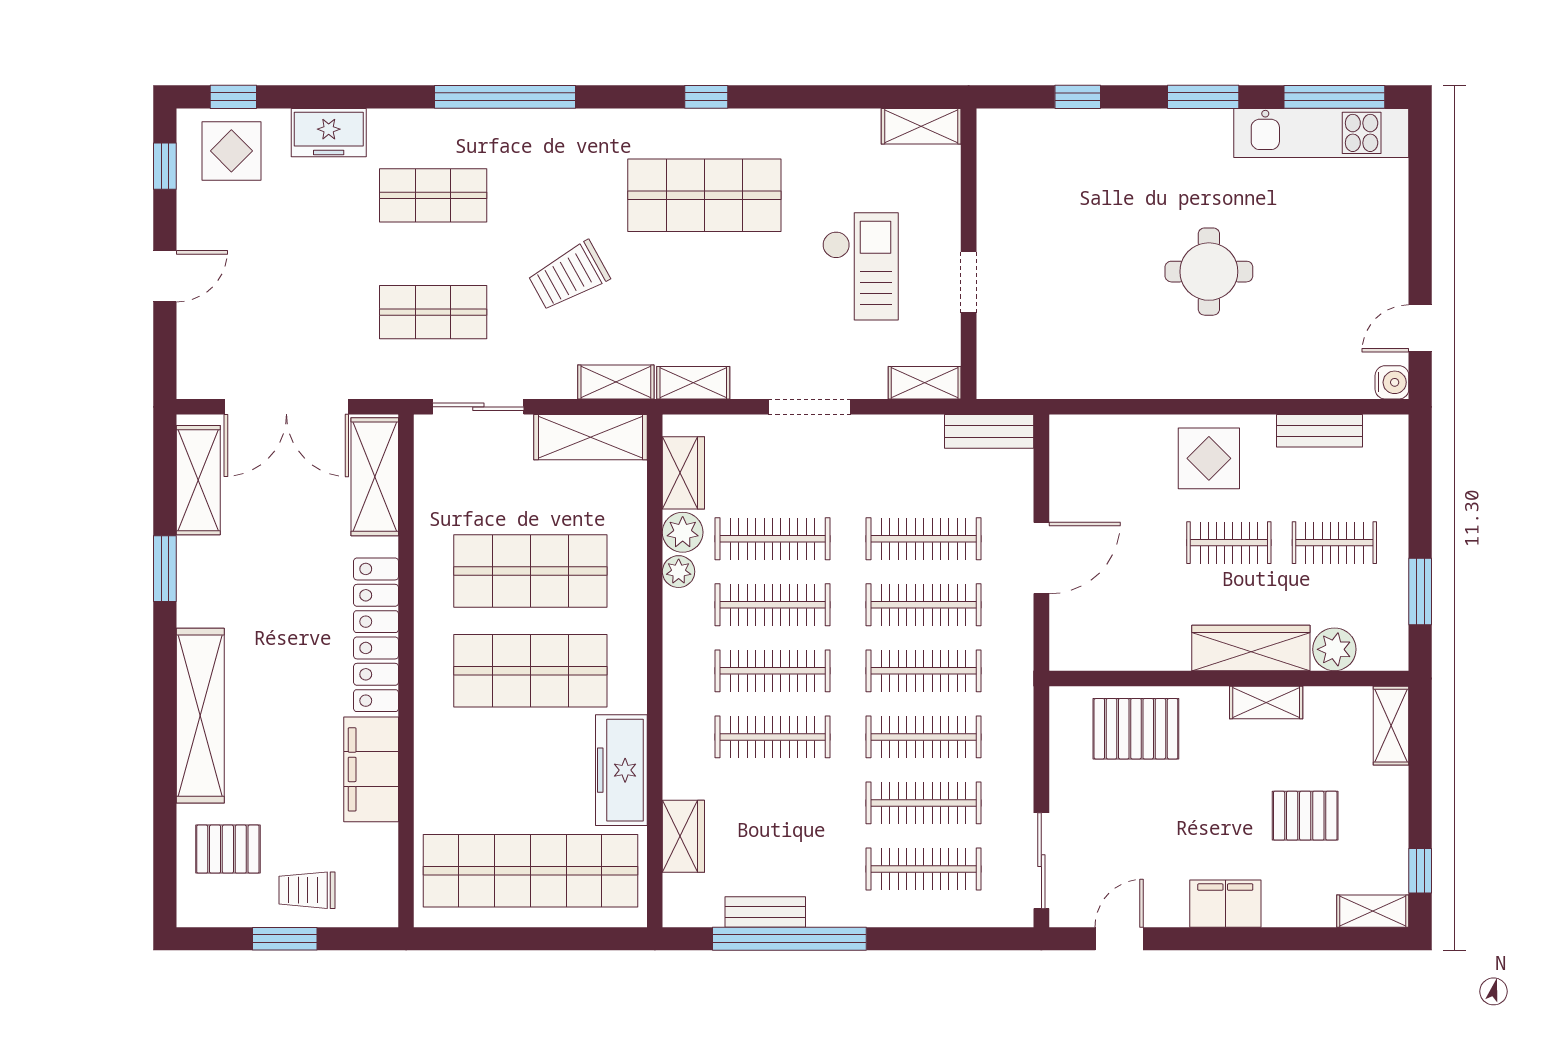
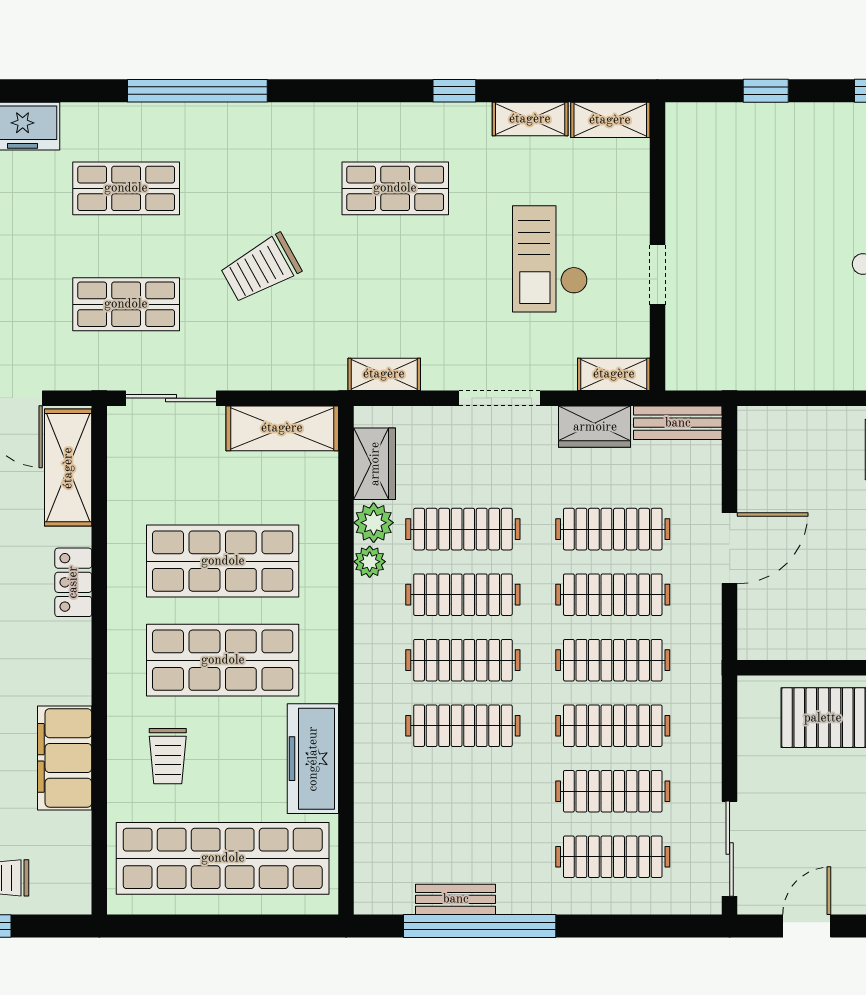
window: (706, 97) -> (454, 91), moved
shop shelf: (704, 195) -> (395, 188), width x0.70, depth x0.74
checkout: (860, 266) -> (550, 259), turned 180
shelving: (616, 382) -> (530, 119), moved
locker: (376, 635) -> (73, 582), width x0.46, depth x0.83
trolley: (475, 768) -> (168, 756), added
wardrobe: (683, 836) -> (595, 427), moved, turned 90

